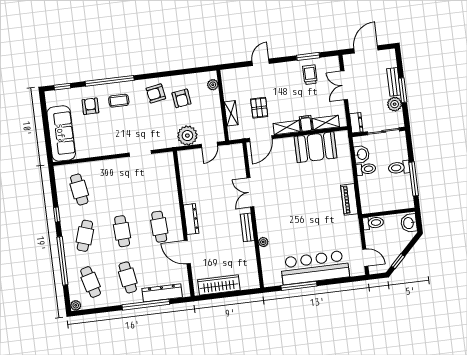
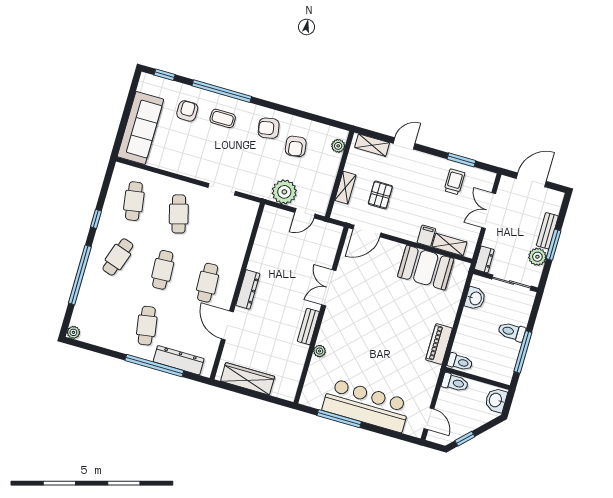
shelving: (287, 128) -> (372, 145), moved
toilet: (366, 169) -> (460, 362), moved
cafe table: (91, 282) -> (179, 214), moved

